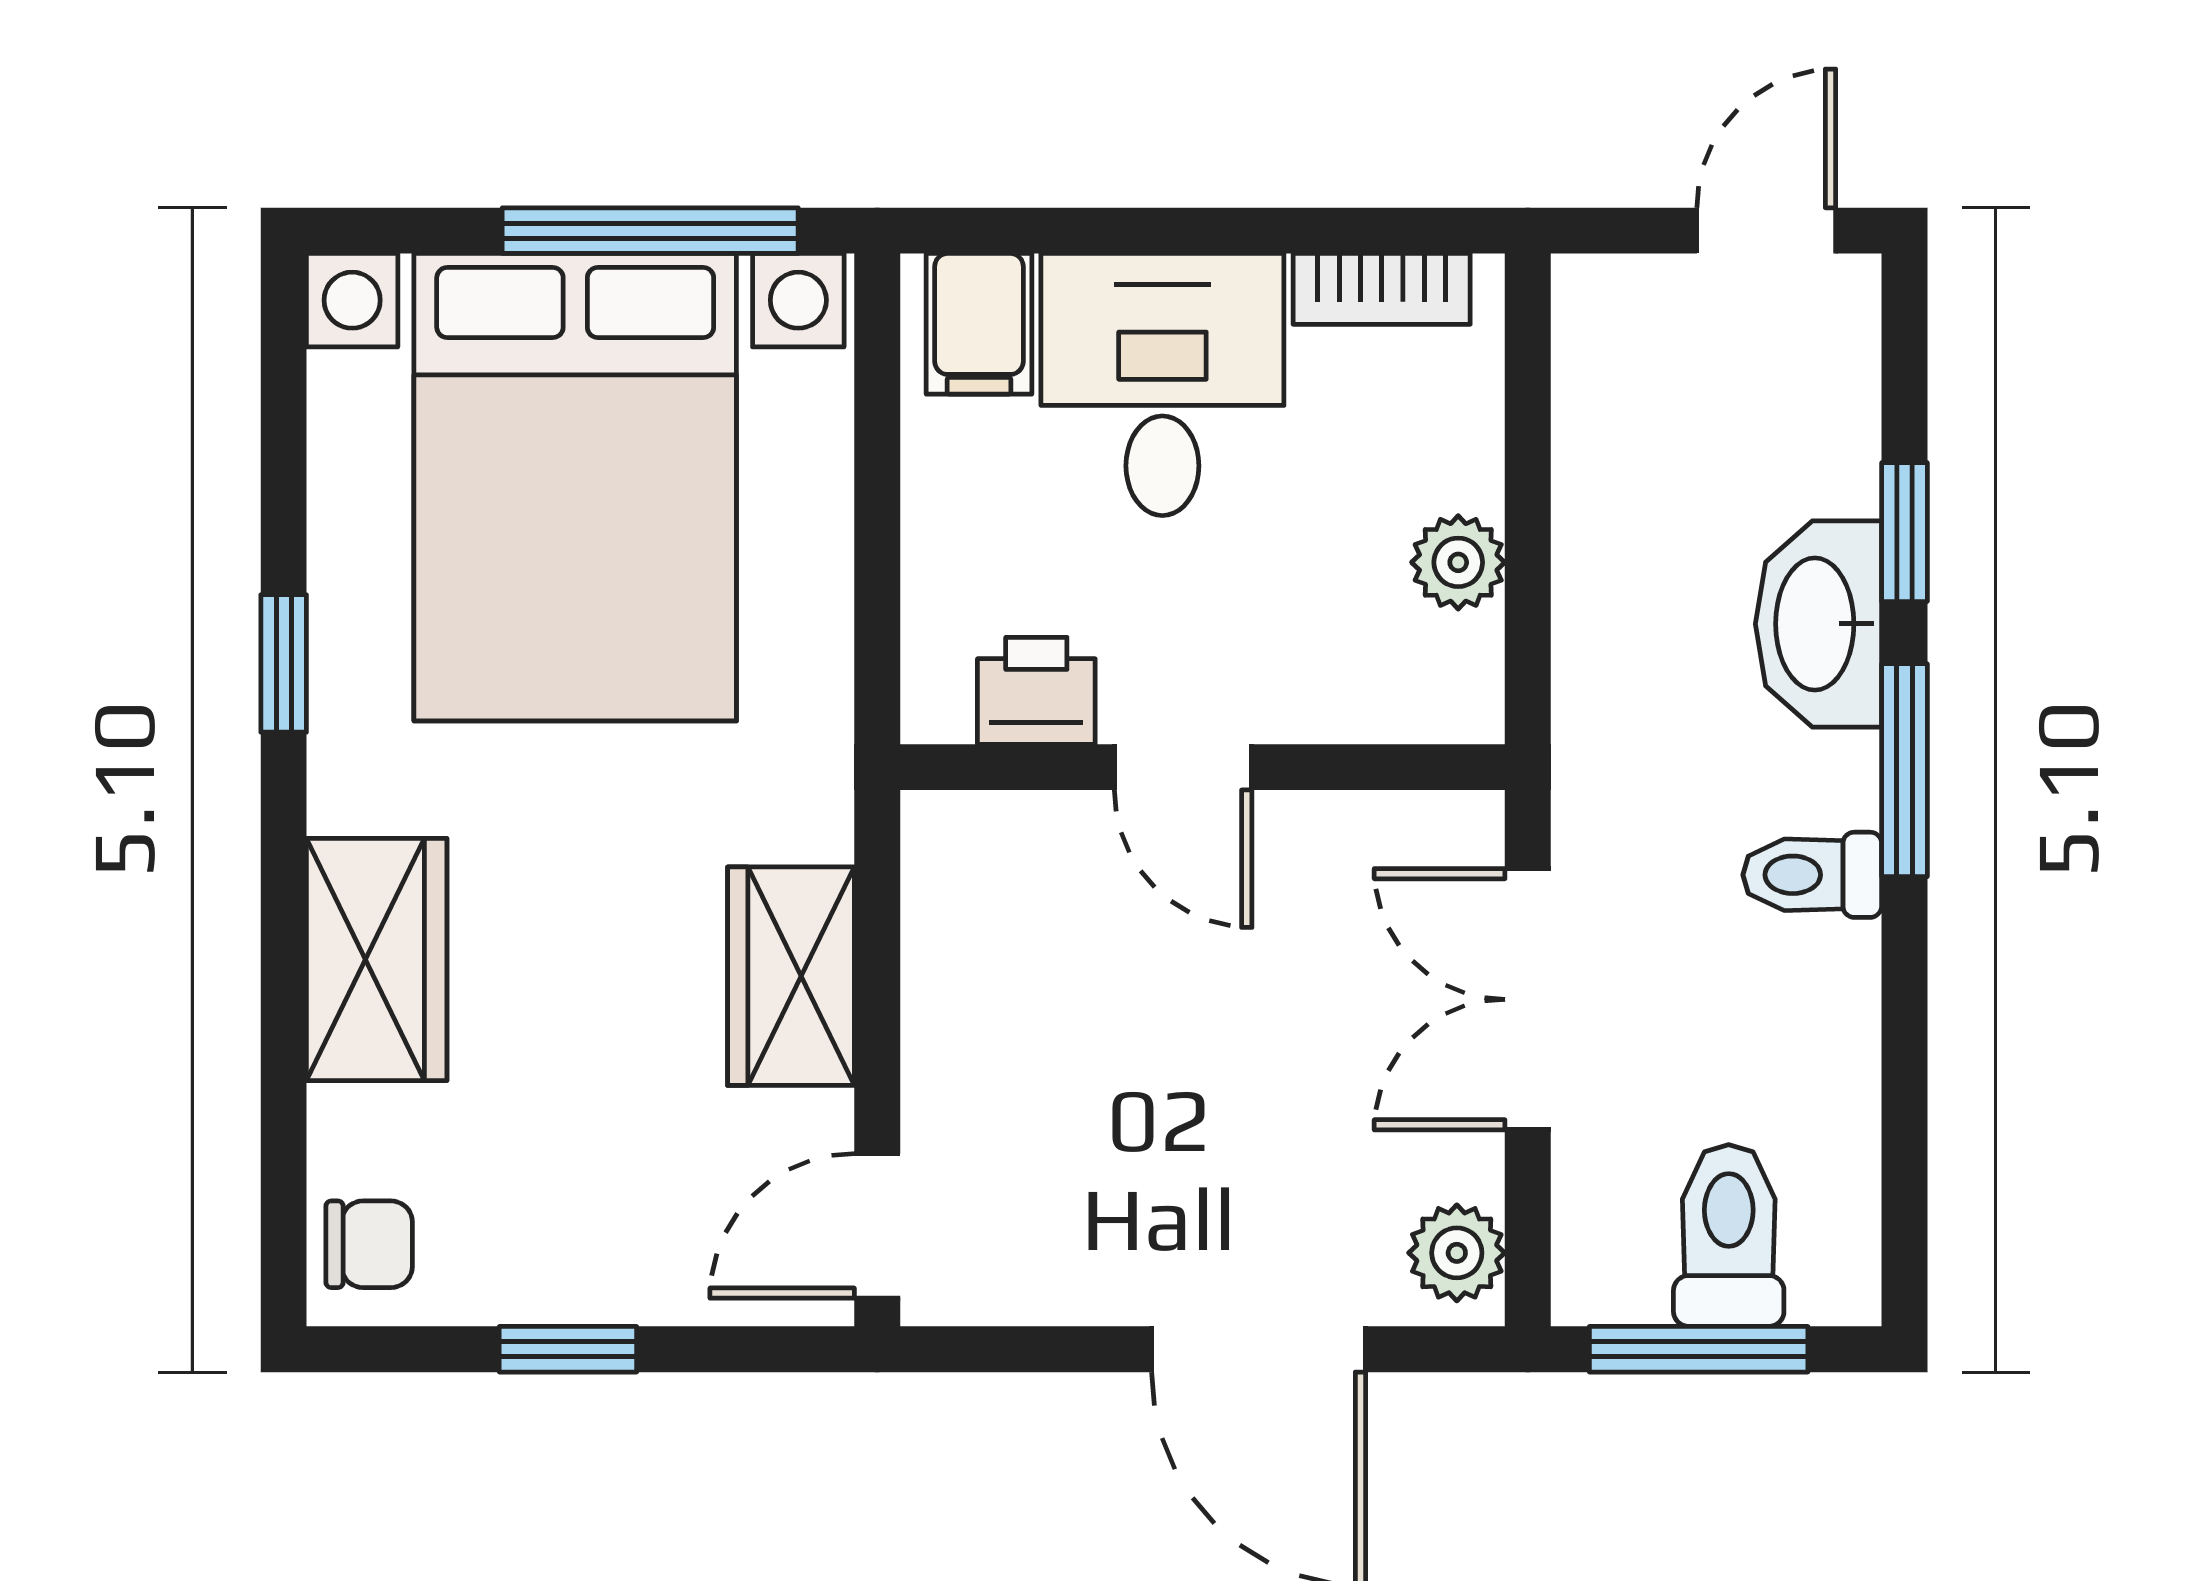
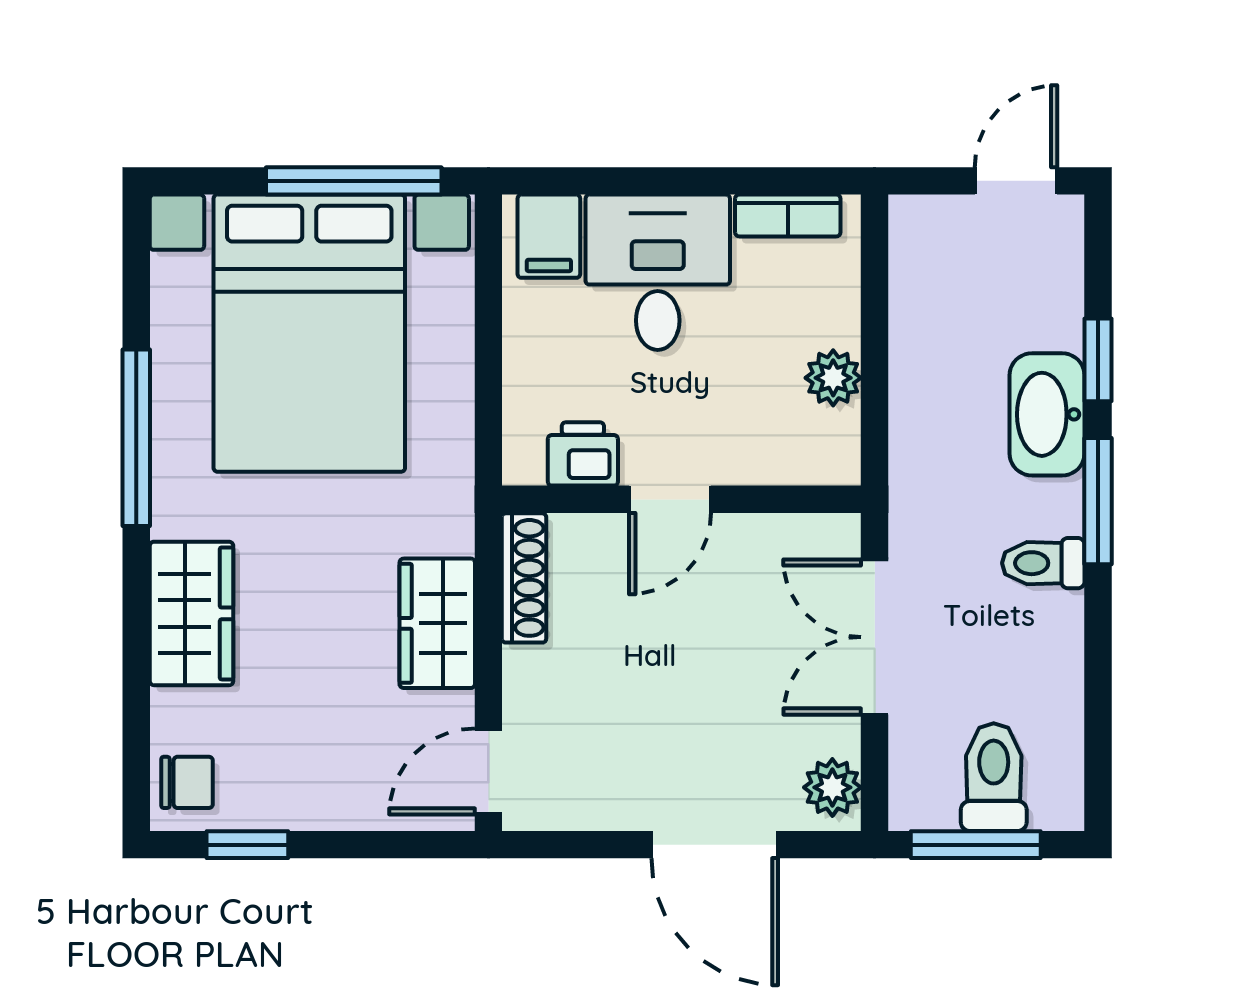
window: (284, 663) -> (136, 438), width x2.17
door: (1183, 767) -> (670, 499), hinge flipped
shoe rack: (937, 900) -> (524, 578), added
window: (568, 1349) -> (247, 845), moved

